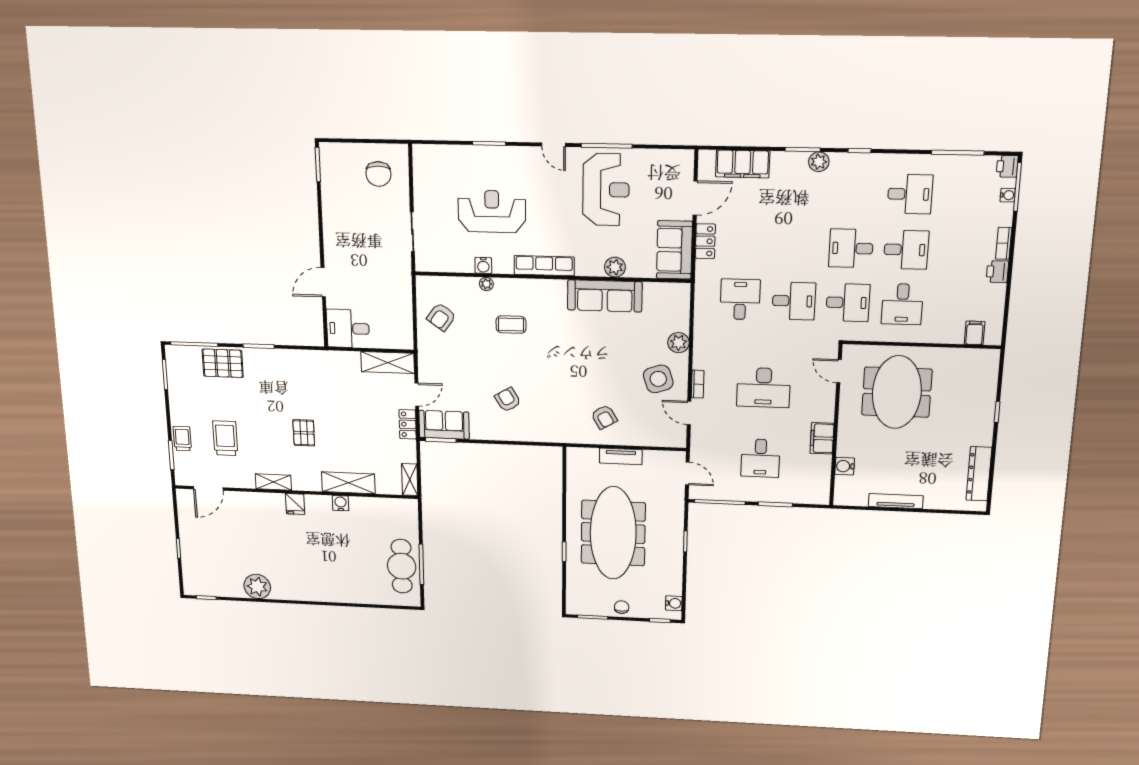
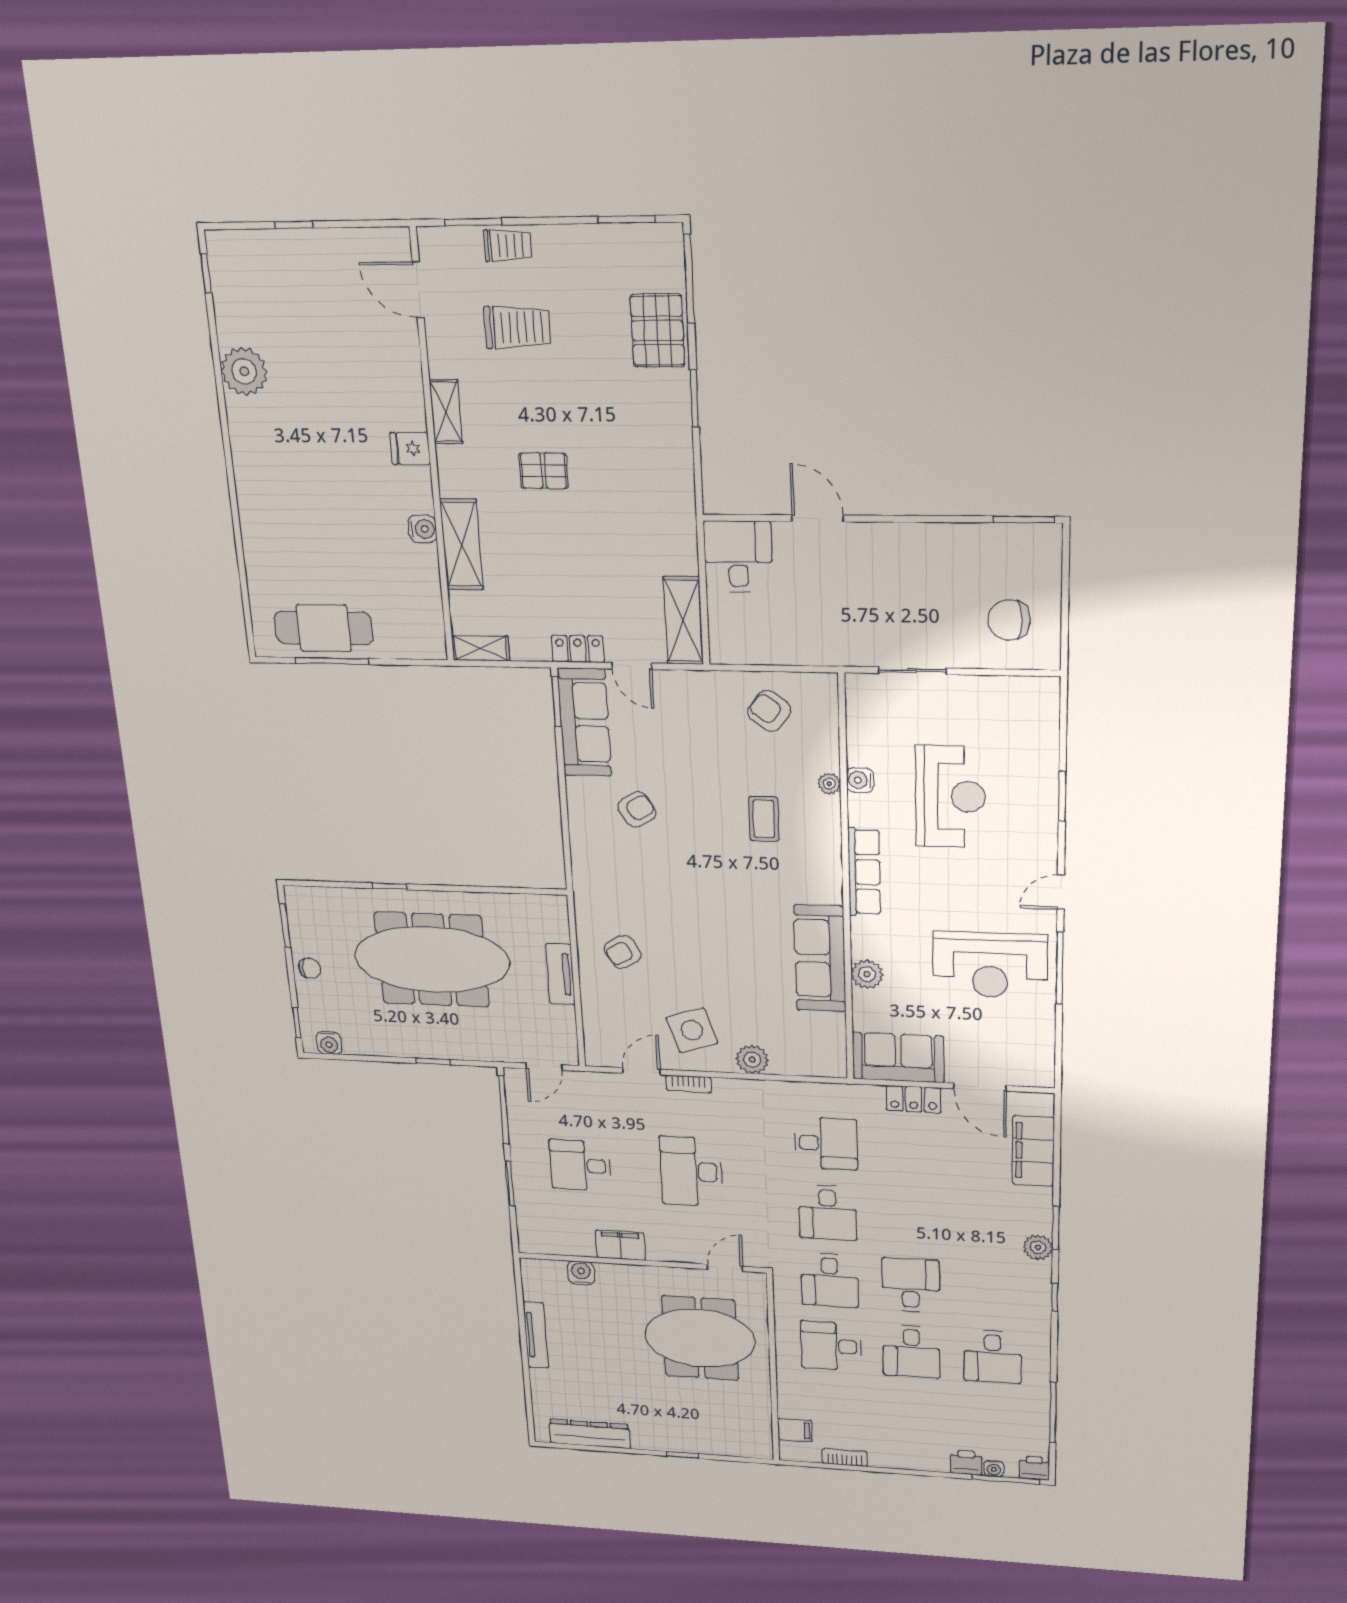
bookcase: (1004, 243) -> (845, 1458), moved
printer: (997, 272) -> (966, 1462), moved
sofa: (444, 425) -> (584, 722), width x1.36

